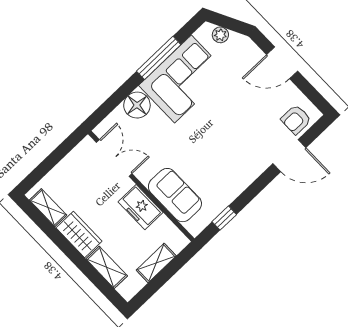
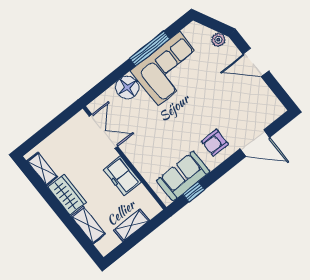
plant: (220, 35) -> (218, 40), moved
armchair: (296, 120) -> (215, 143), moved
sofa: (175, 195) -> (183, 176), moved, turned -90

